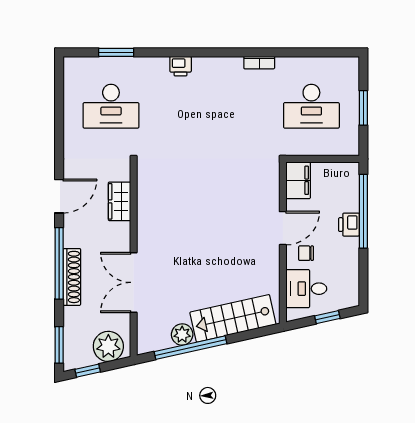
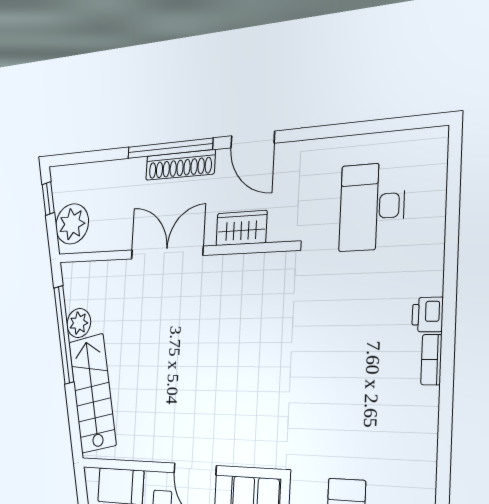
window: (116, 52) -> (453, 210), removed
bookcase: (259, 63) -> (431, 360), moved
shoe rack: (72, 277) -> (180, 165), moved
double door: (134, 282) -> (167, 253), moved
window: (59, 345) -> (78, 158), removed

